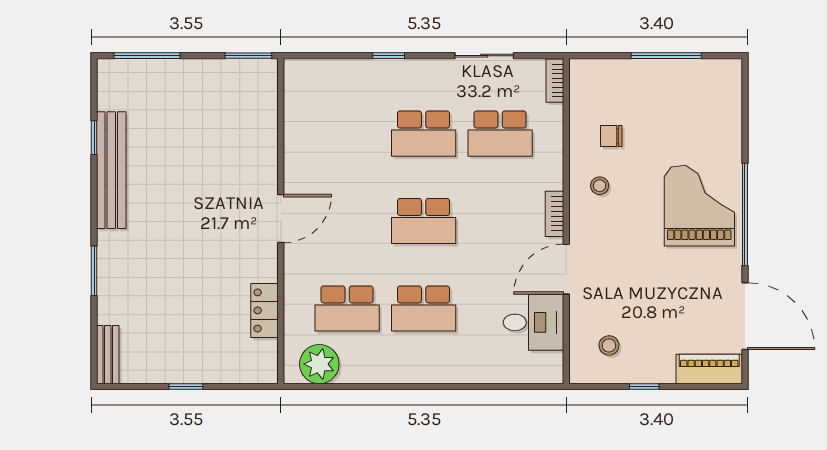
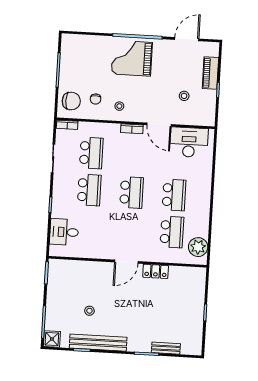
shower: (113, 75) -> (52, 339), added
chair: (604, 86) -> (71, 101), added
desk: (334, 87) -> (64, 232), added
stool: (176, 149) -> (89, 311), added
door: (281, 218) -> (126, 262), swing flipped
locker: (264, 310) -> (156, 271), moved
door: (745, 316) -> (187, 39), width x0.73
desk: (533, 322) -> (189, 142), width x1.37
stool: (609, 345) -> (184, 96), moved
bench: (108, 355) -> (166, 348), moved
piano: (709, 369) -> (210, 73), moved

